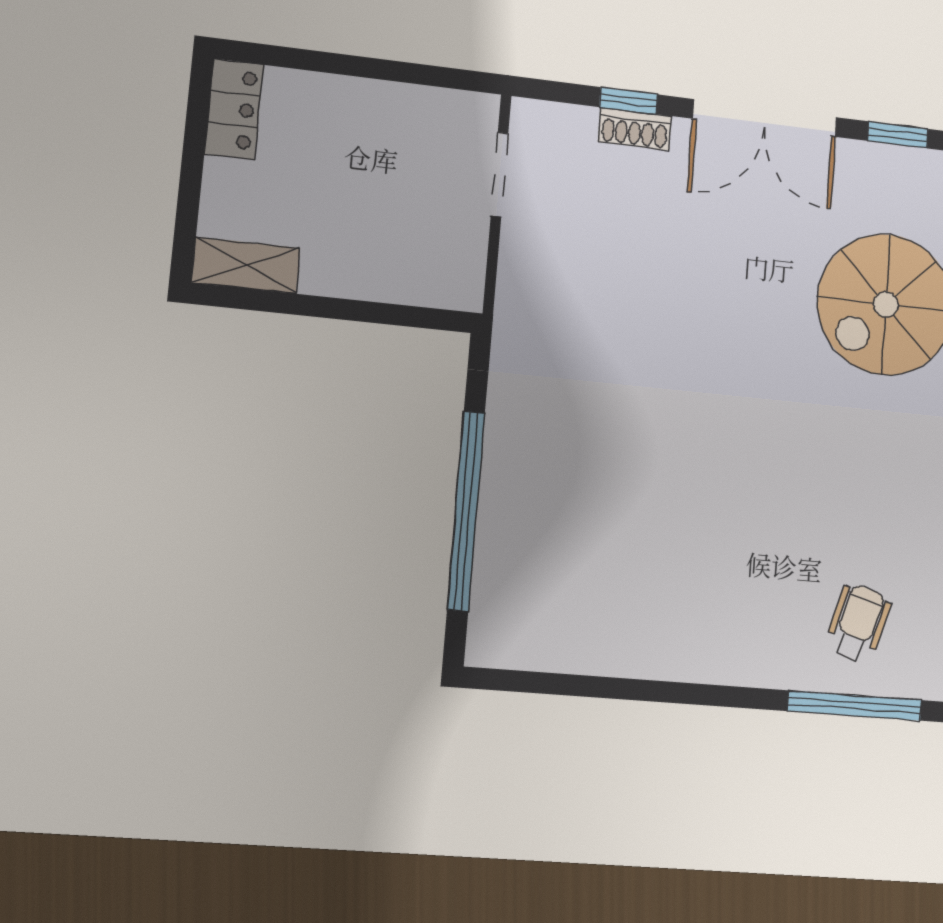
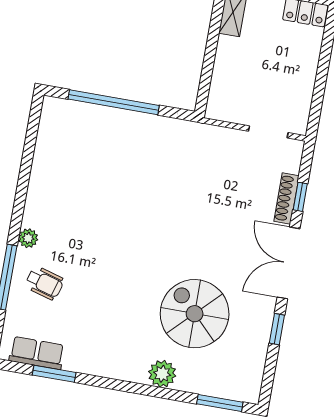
shoe rack: (635, 129) -> (286, 198), width x1.43
plant: (771, 668) -> (28, 238), added

